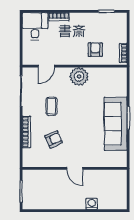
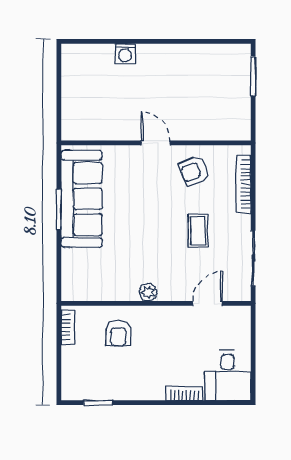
plant: (79, 76) -> (148, 292), width x0.53, depth x0.53
door: (75, 168) -> (156, 143), moved
wall: (75, 168) -> (156, 143), moved

